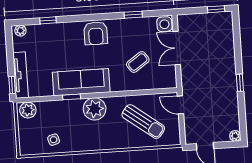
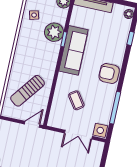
window: (133, 15) -> (115, 108), width x2.17
double door: (177, 48) -> (78, 135), swing flipped
plant: (95, 109) -> (54, 32), moved

